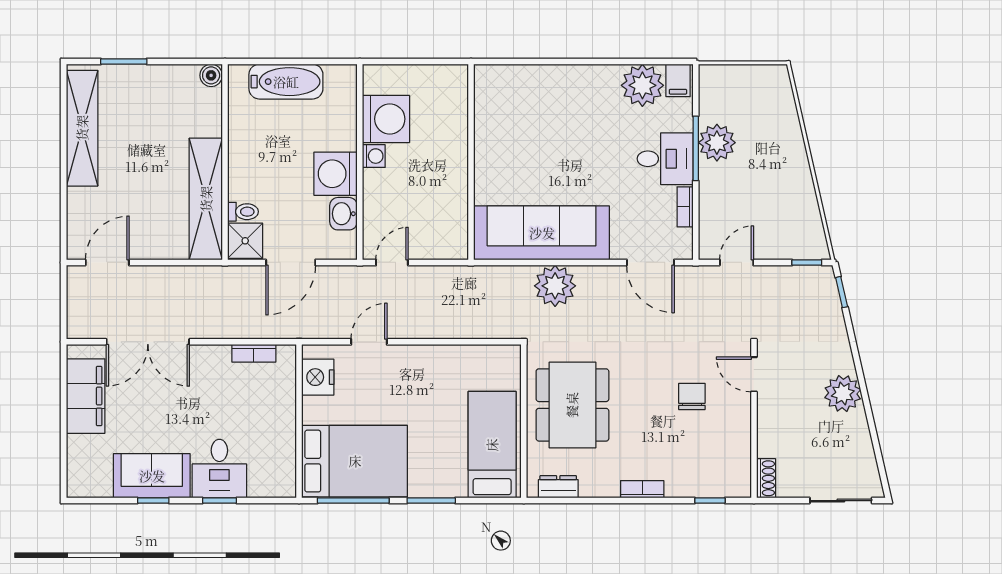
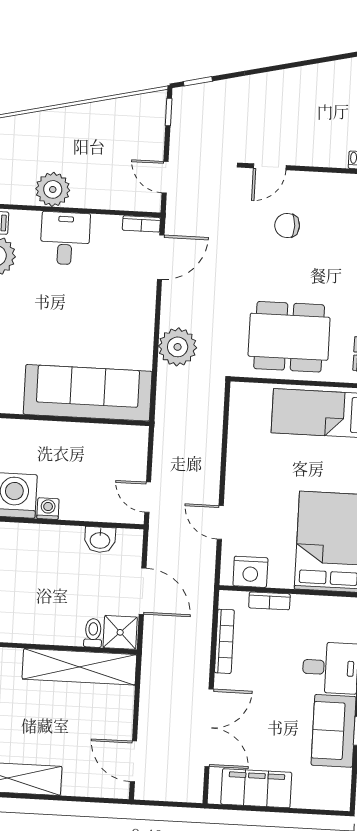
window: (696, 148) -> (57, 209), removed
washing machine: (336, 174) -> (62, 545), removed
bookcase: (685, 207) -> (141, 224), moved
sofa: (542, 233) -> (88, 393), moved, turned 90
bookcase: (254, 353) -> (224, 641), width x1.56
plant: (843, 393) -> (292, 85), removed
bookcase: (288, 399) -> (269, 601), added

